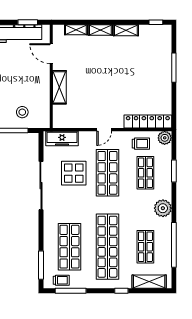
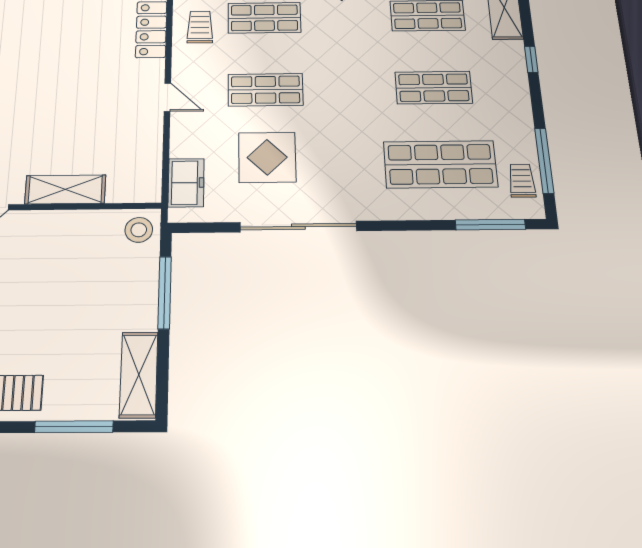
stool: (22, 112) -> (139, 230), moved
freezer: (62, 139) -> (186, 183), width x0.71
shop shelf: (107, 173) -> (265, 90), width x0.70, depth x0.74
shop shelf: (107, 247) -> (434, 88), width x0.50, depth x0.74

